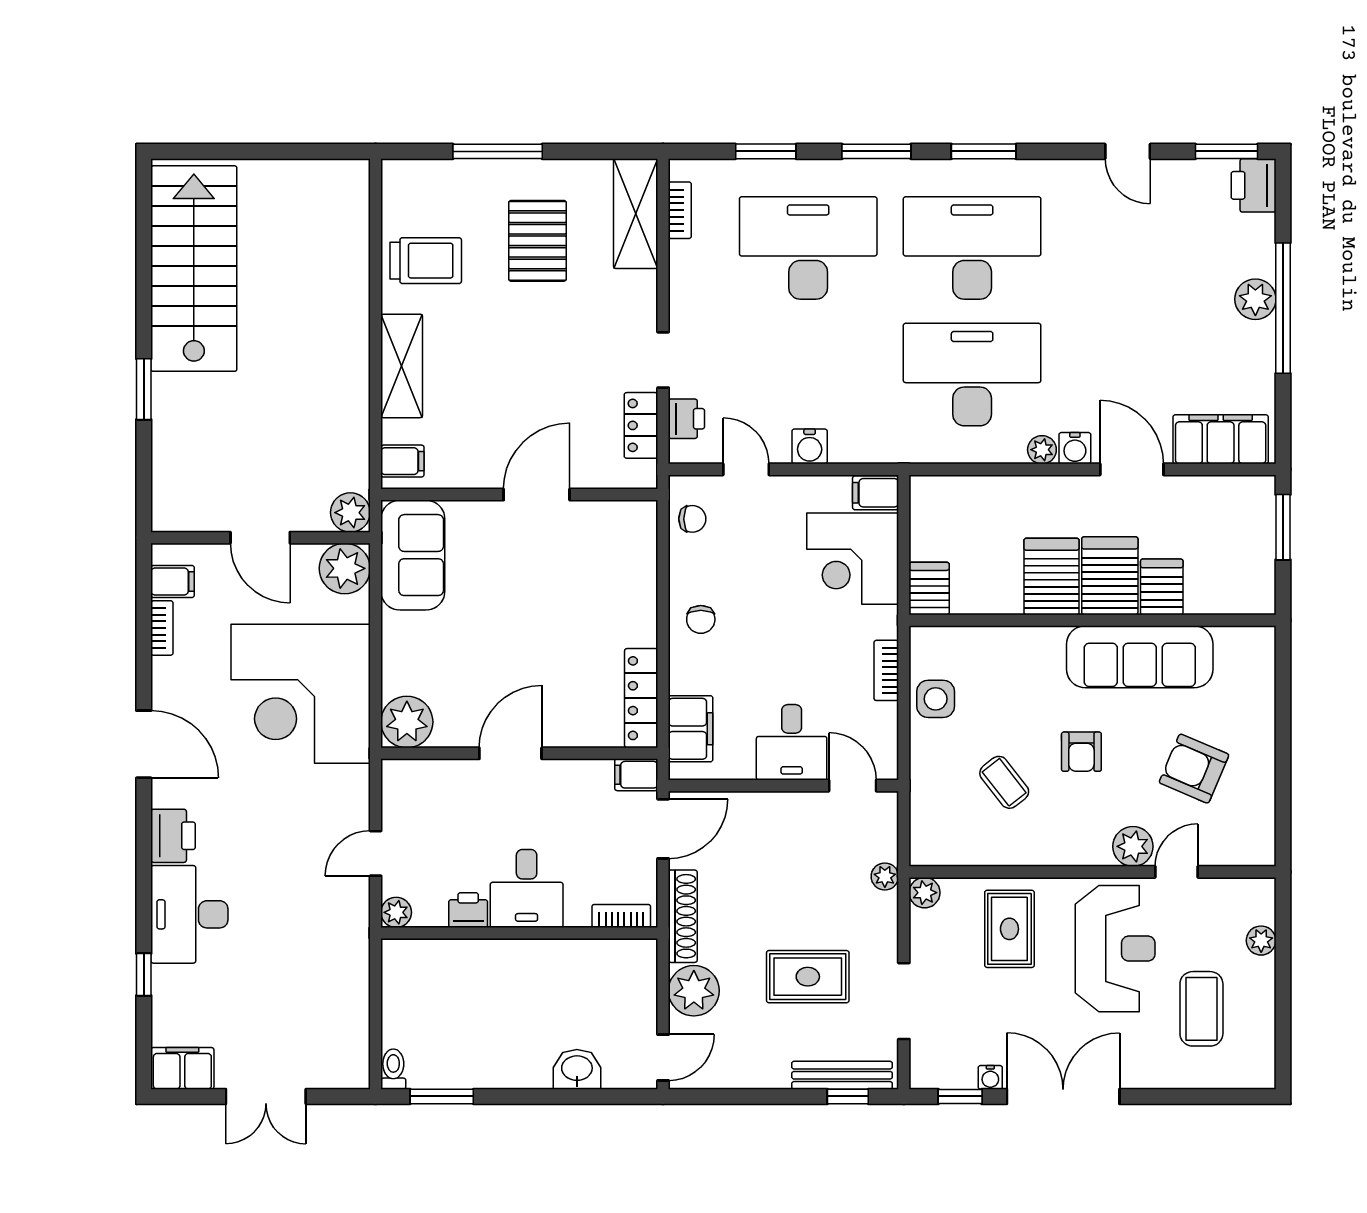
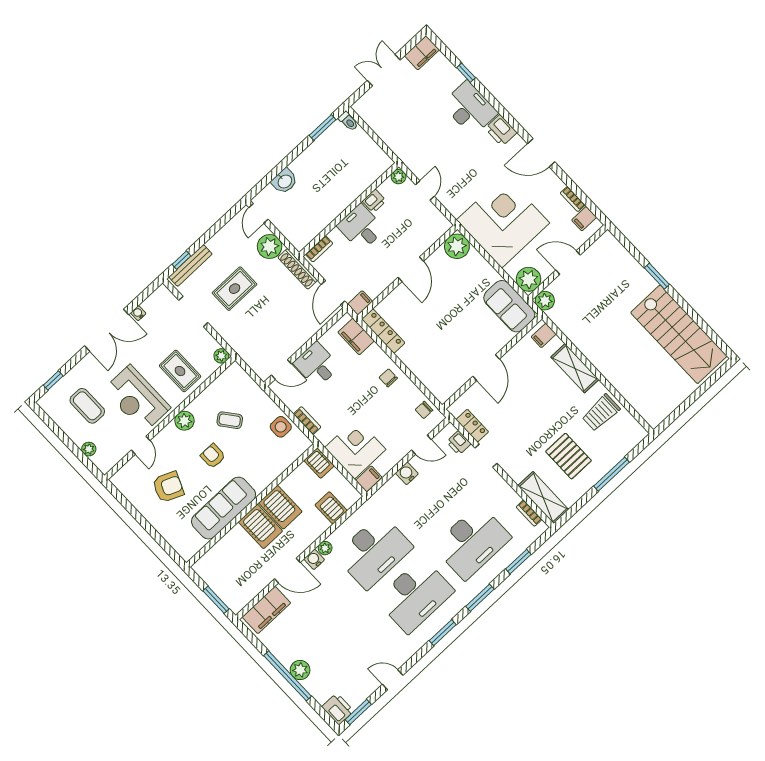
server rack: (1162, 587) -> (331, 508), moved, turned 180
plant: (1133, 846) -> (184, 421), moved
plant: (885, 876) -> (240, 349), removed
window: (960, 1096) -> (53, 381), moved

